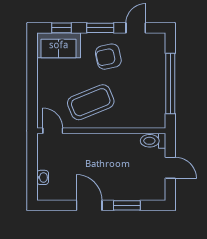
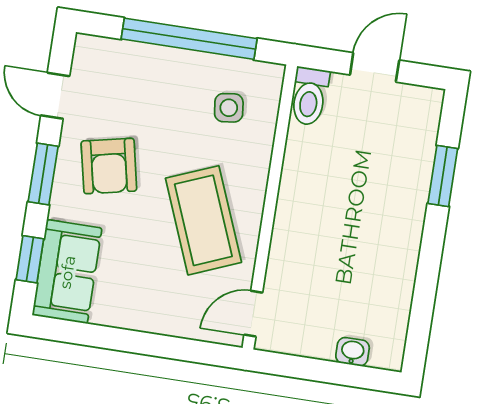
side table: (142, 106) -> (229, 108), added
door: (89, 205) -> (430, 259), removed

